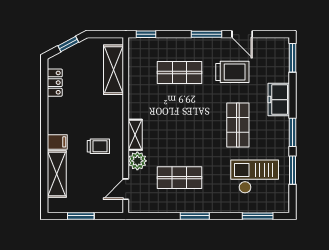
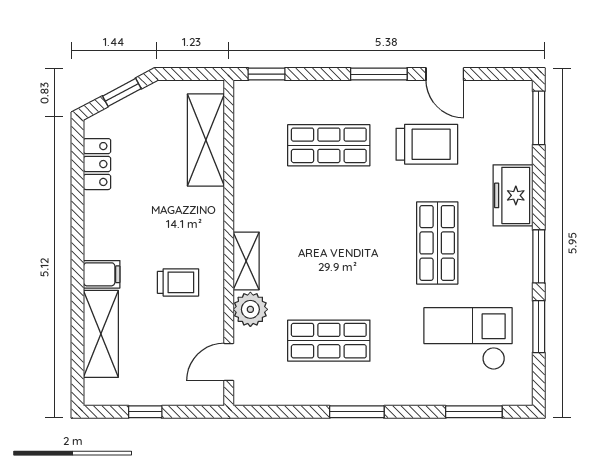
window: (81, 216) -> (145, 412), width x0.67

